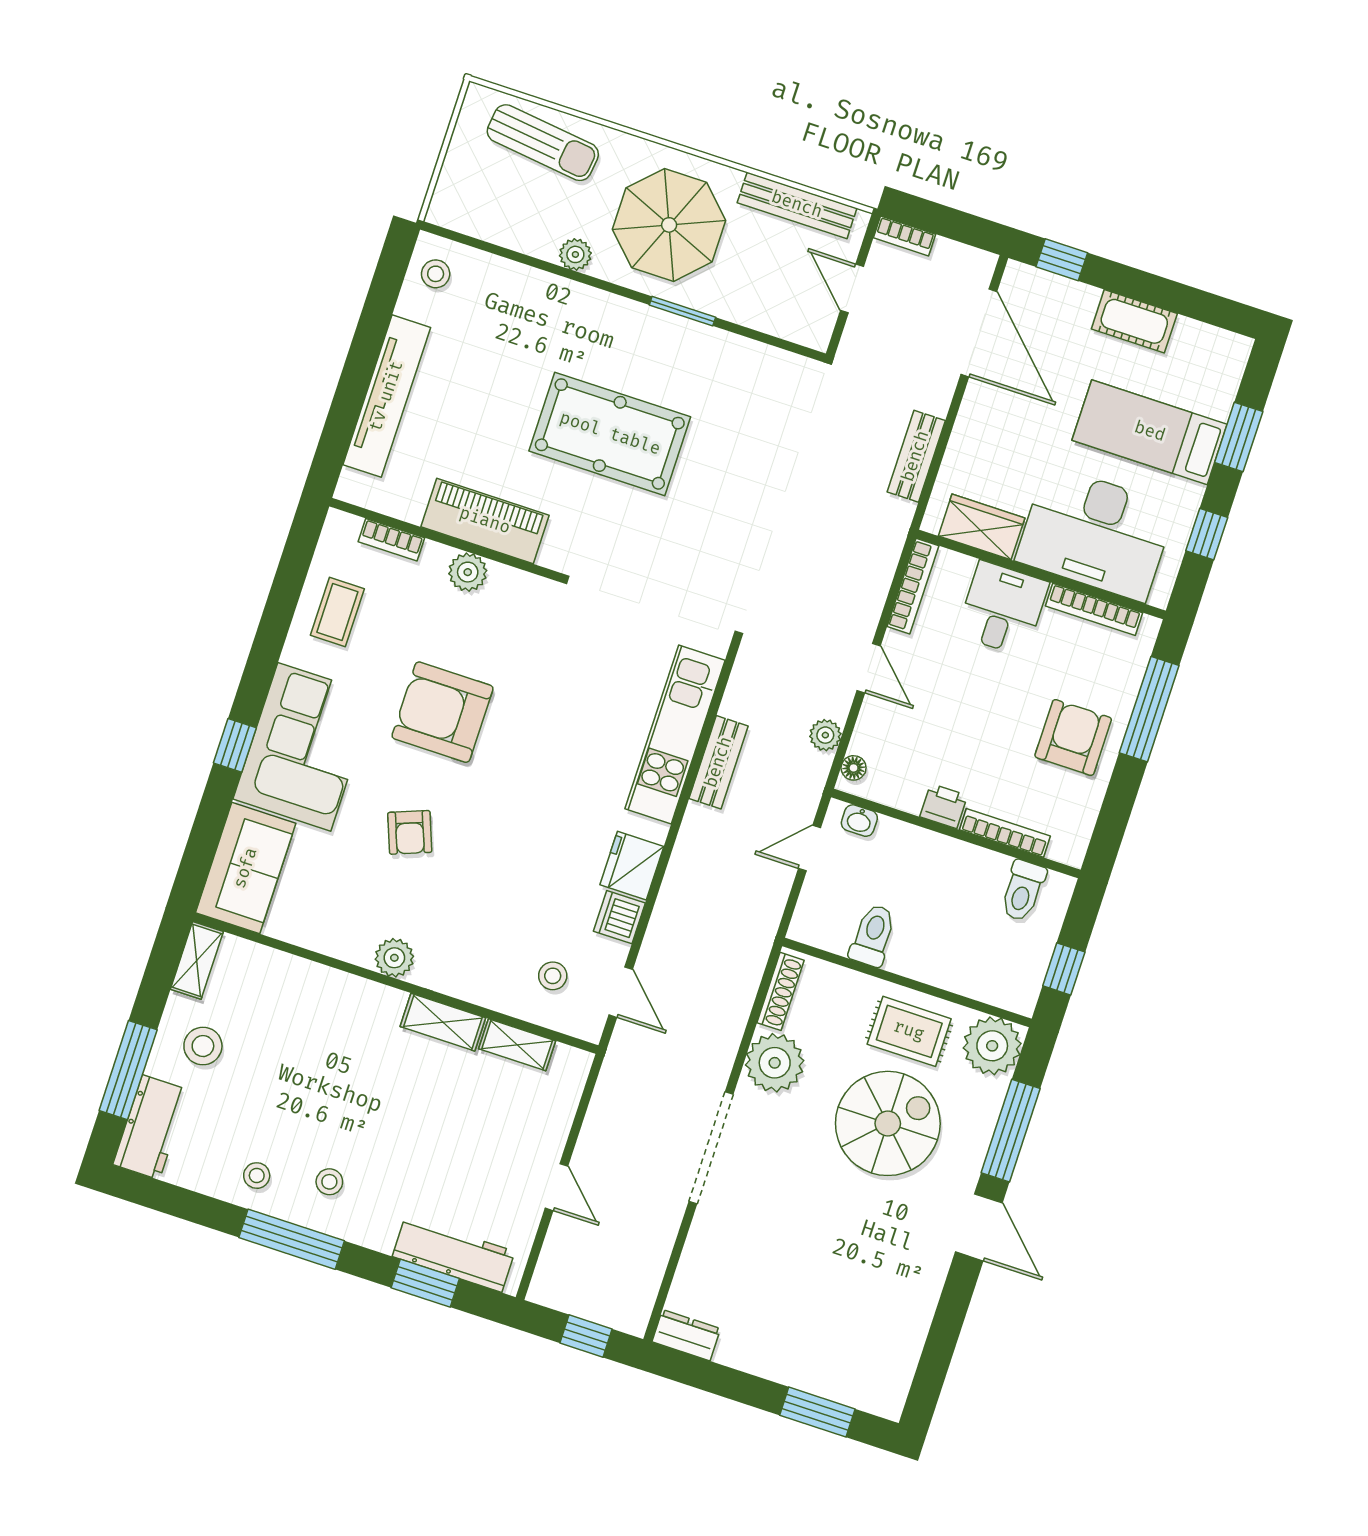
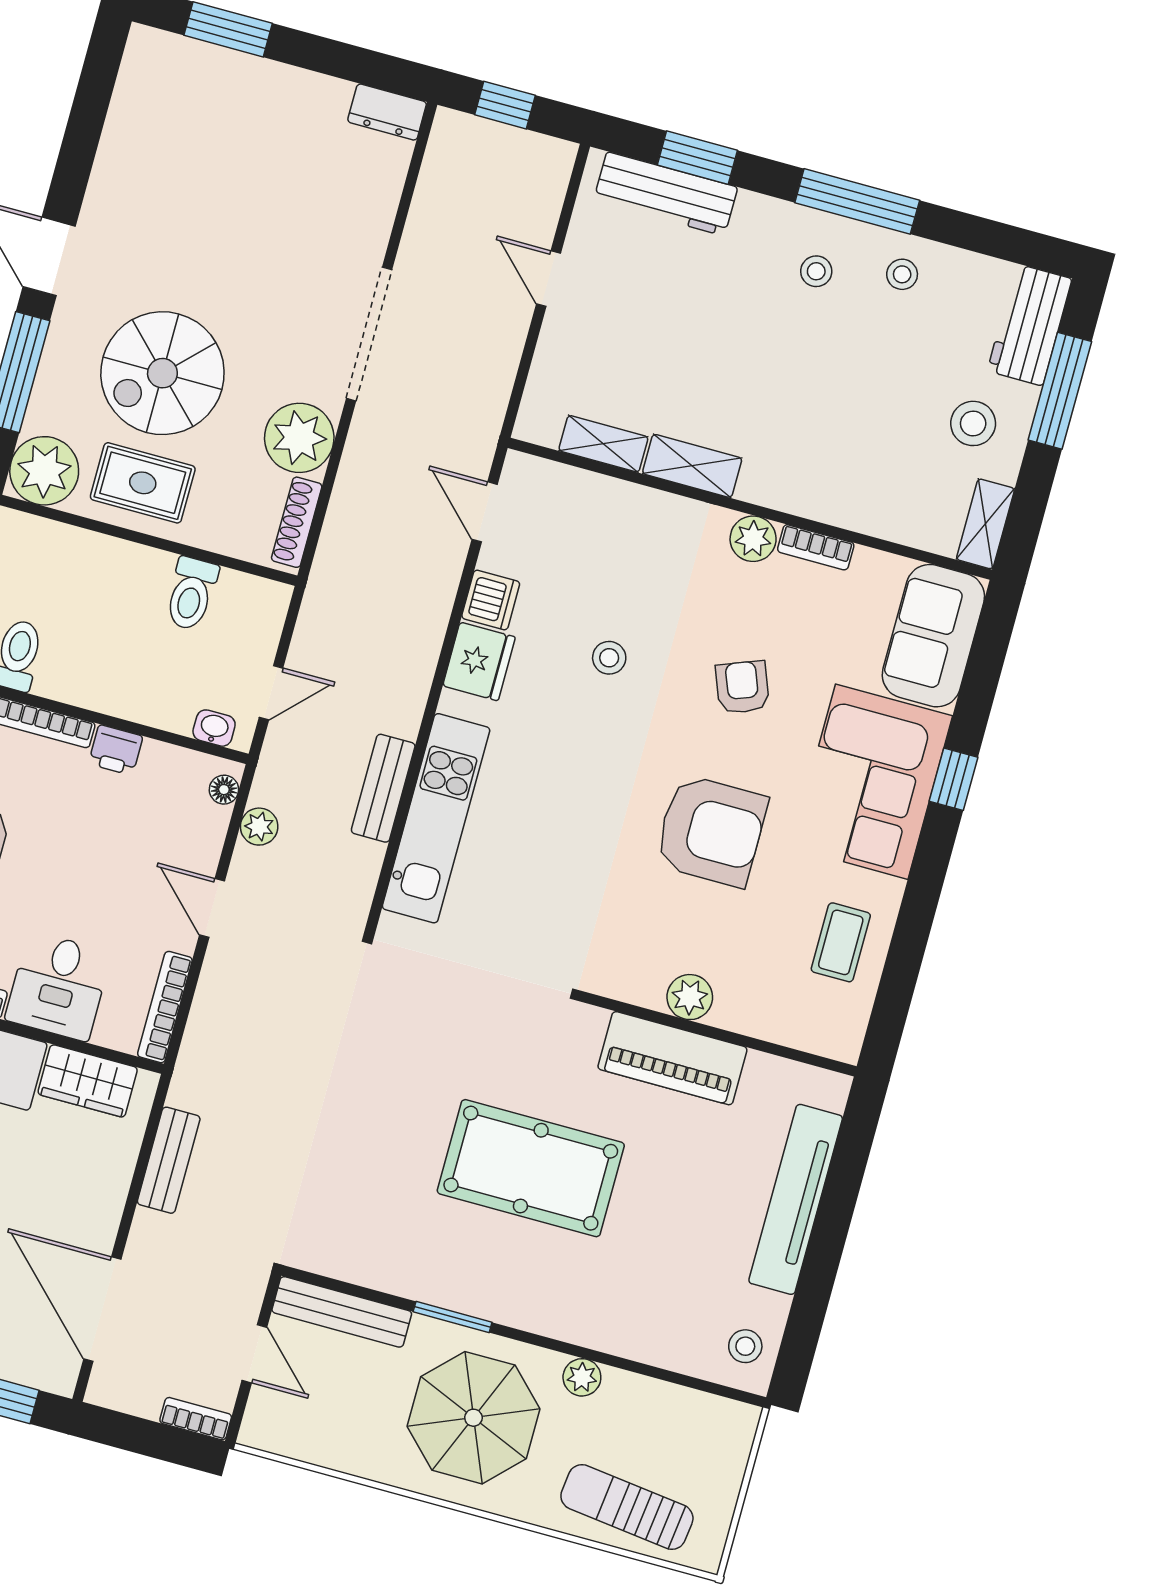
bench: (797, 205) -> (342, 1312), moved
bookcase: (391, 540) -> (816, 547), moved, turned 180
stool: (553, 976) -> (609, 658), moved

